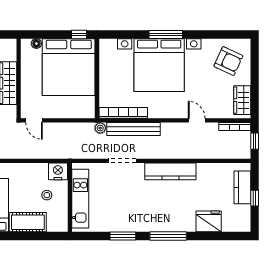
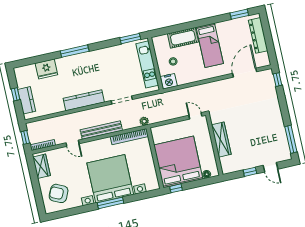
bench: (133, 129) -> (101, 130), moved
window: (123, 236) -> (130, 39), moved

